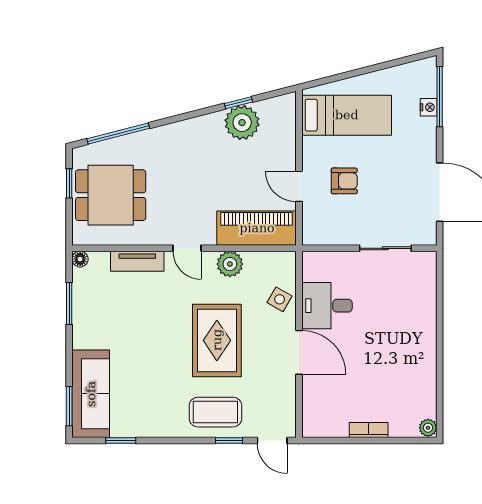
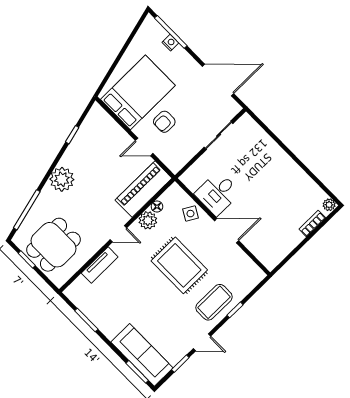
bed: (347, 115) -> (138, 92), width x1.50
plant: (242, 123) -> (62, 179), moved
armchair: (344, 181) -> (164, 122), turned 180
floor lamp: (80, 259) -> (157, 207), moved
bookcase: (369, 430) -> (312, 223), moved
door: (272, 441) -> (202, 342), moved

